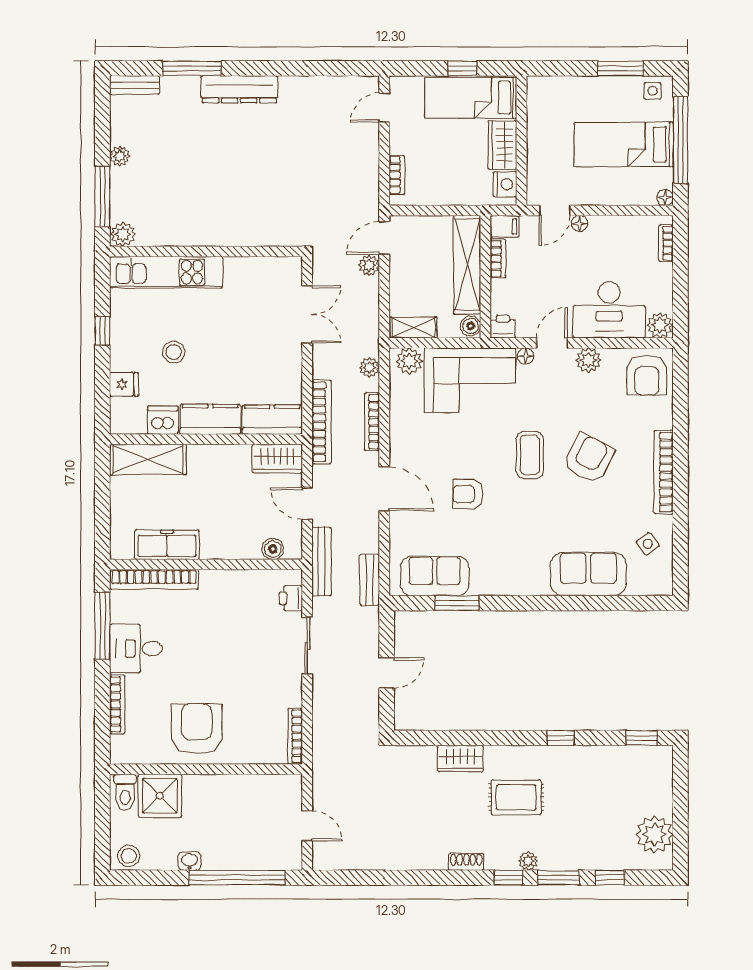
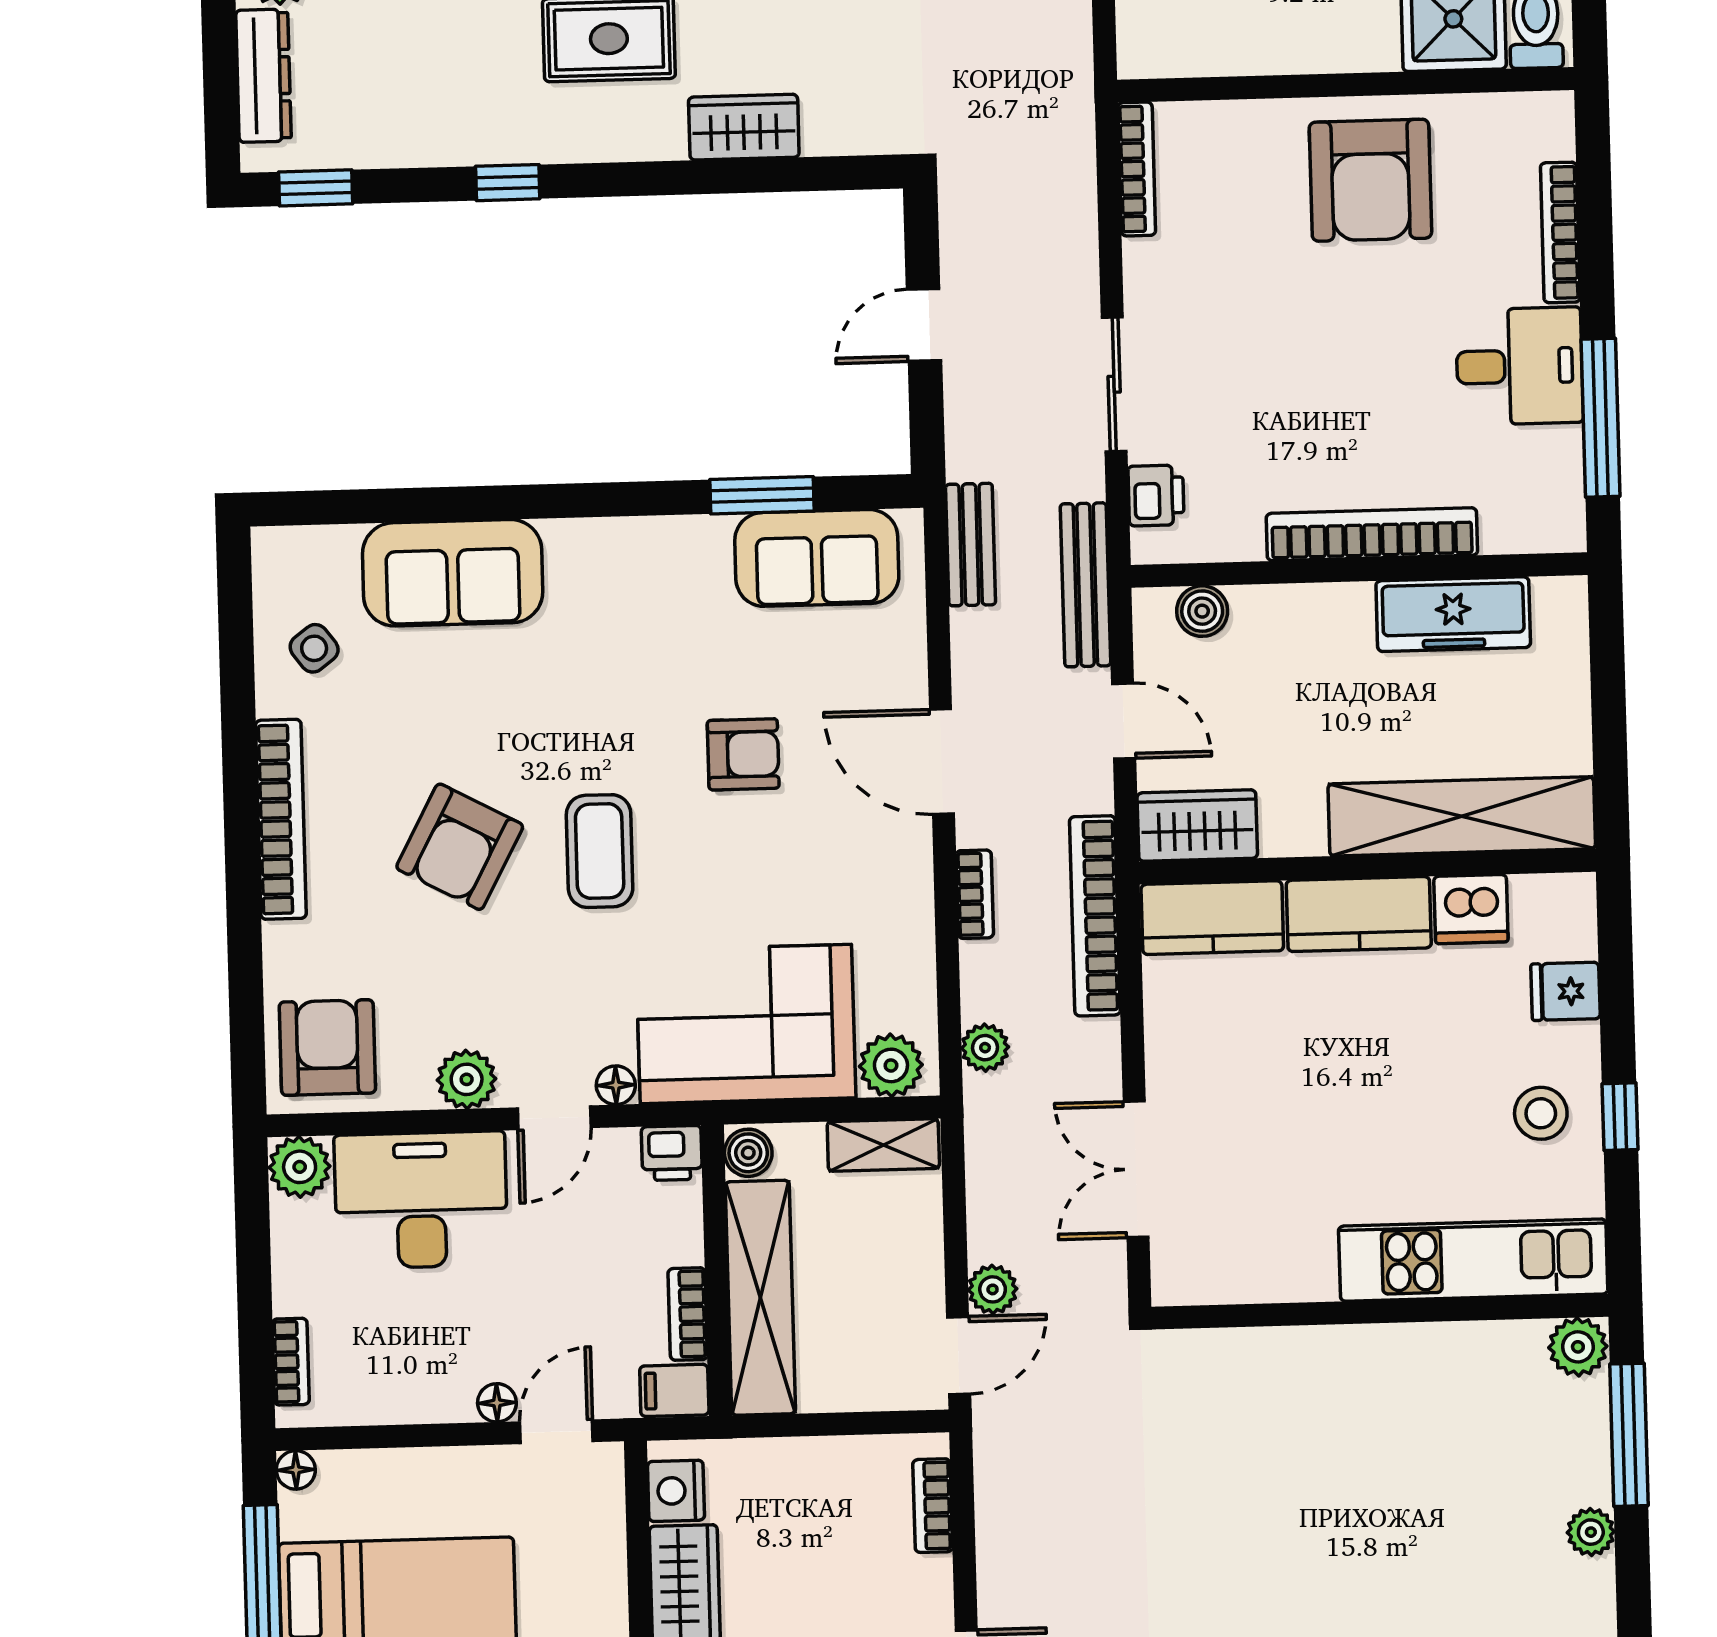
stool: (174, 352) -> (1541, 1113), moved
bookcase: (372, 422) -> (975, 894), width x0.64
shelving: (148, 459) -> (1462, 816), width x1.47
bookcase: (154, 579) -> (1372, 534), moved
dresser: (662, 786) -> (263, 76), added

